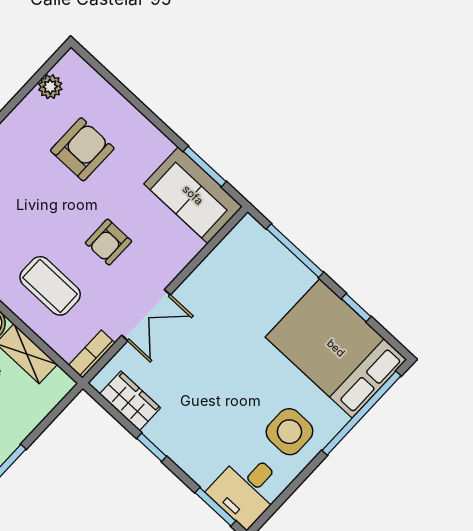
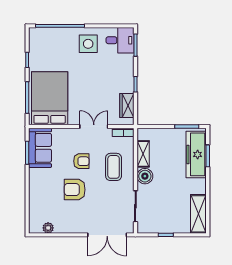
armchair: (82, 149) -> (75, 190), moved
bed: (336, 348) -> (50, 98), moved, turned 180

